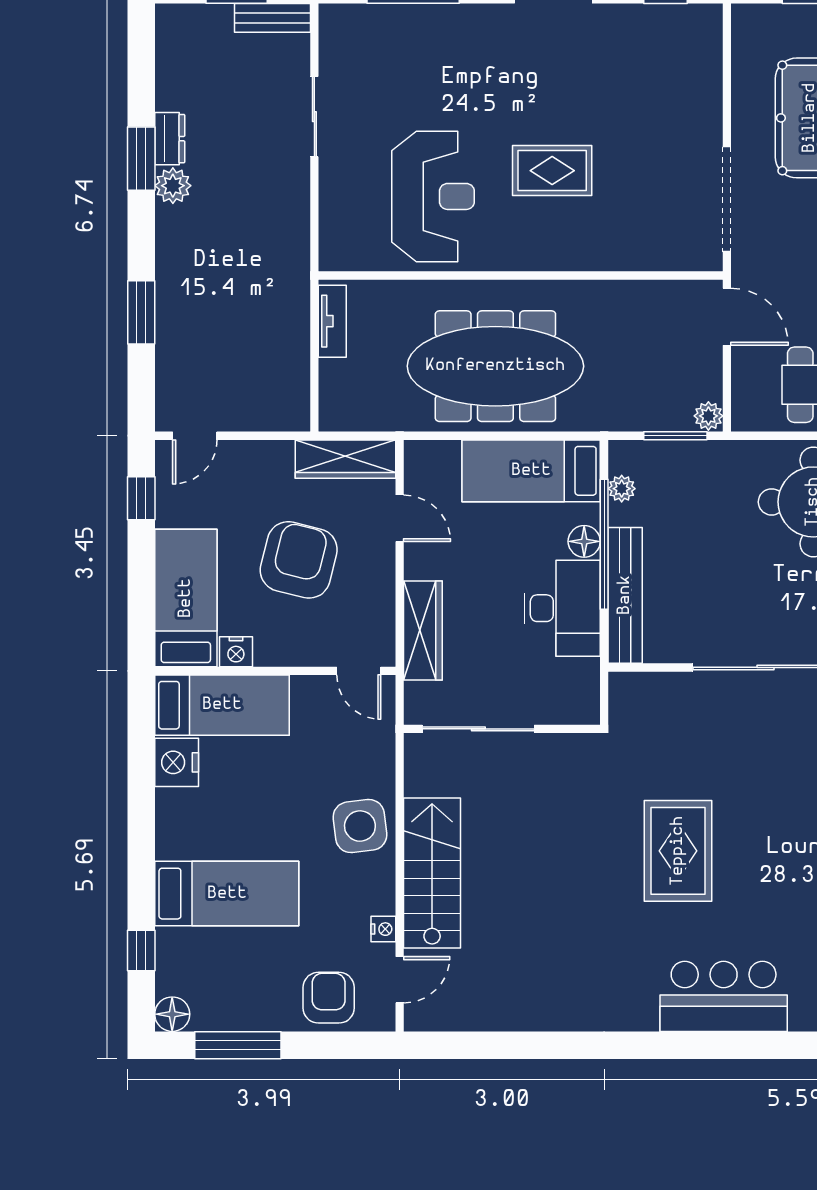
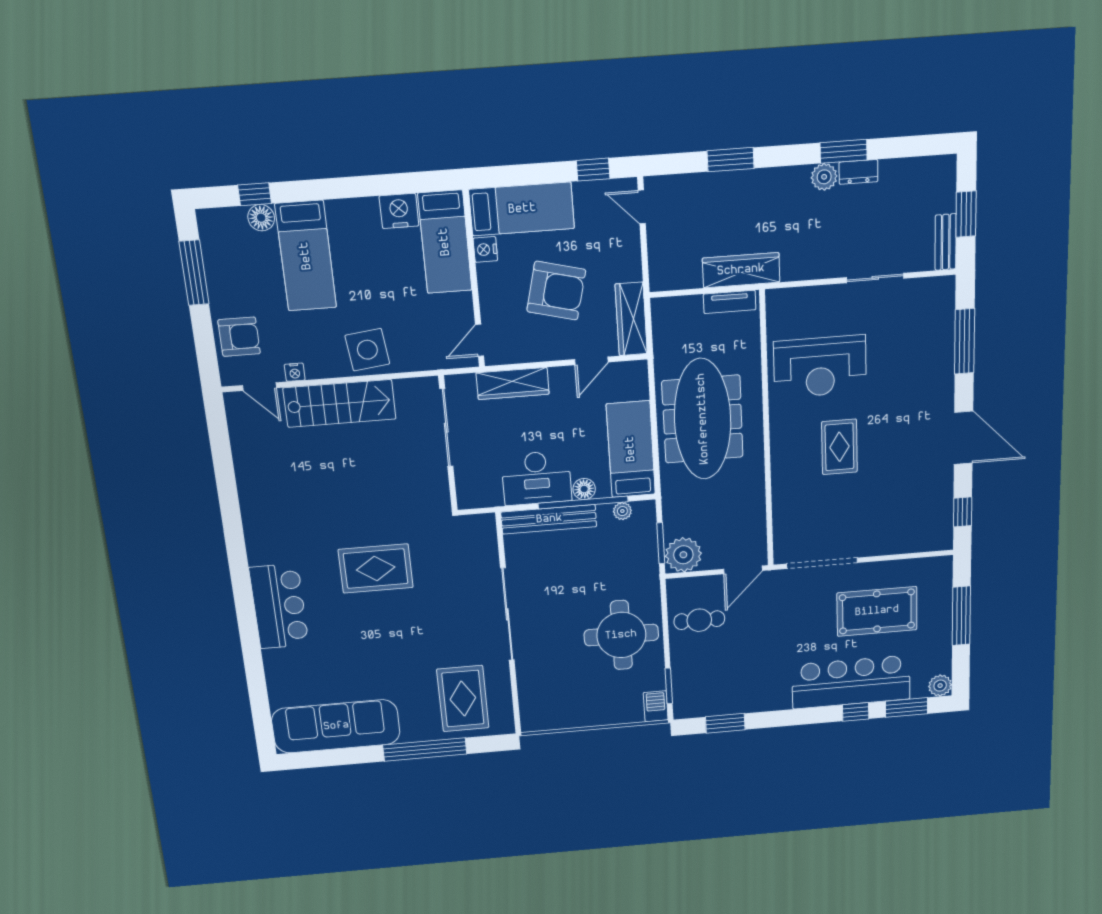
wardrobe: (290, 304) -> (741, 270), added
plant: (708, 416) -> (683, 555), width x1.88, depth x1.88
floor lamp: (172, 1014) -> (261, 218), moved

